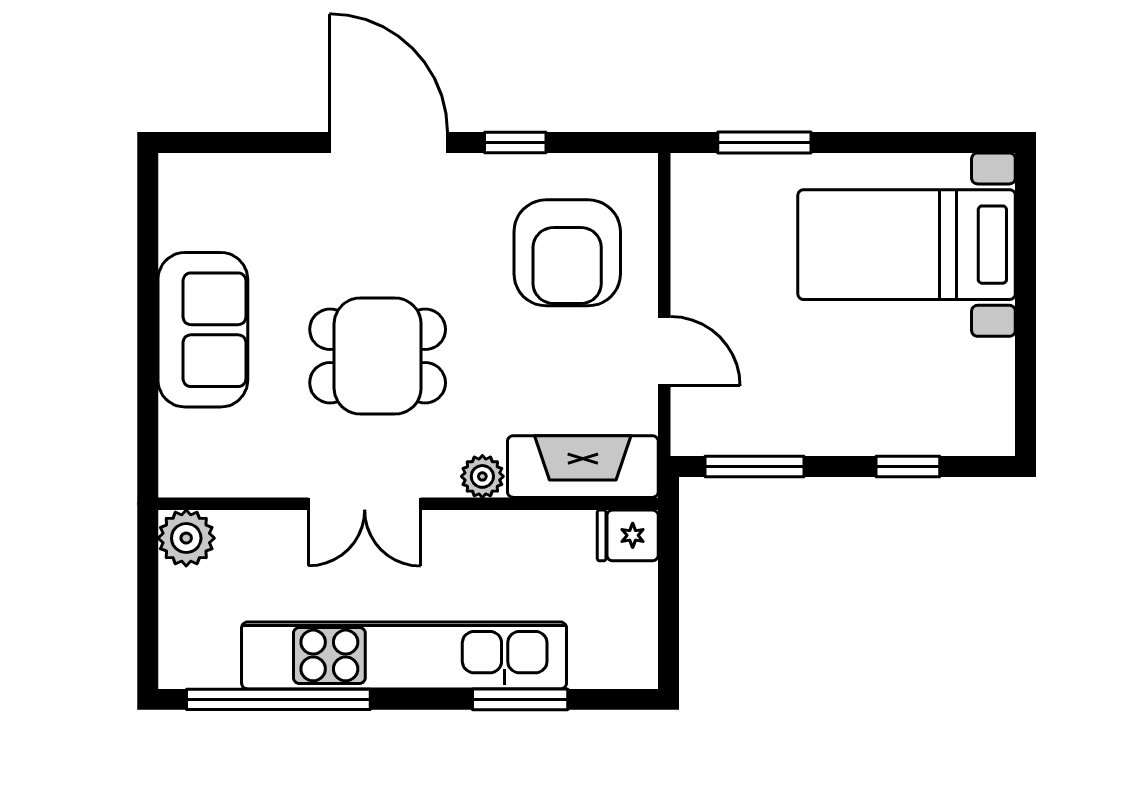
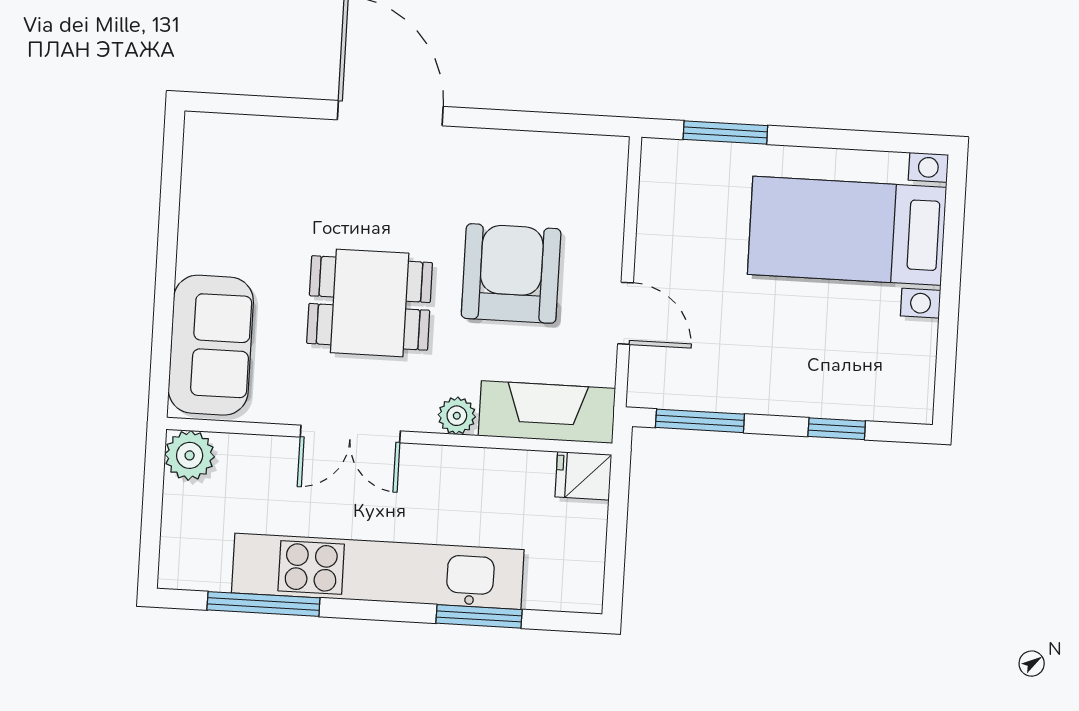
window: (515, 142) -> (503, 120), removed
armchair: (567, 253) -> (511, 273), moved, turned 180
sofa: (203, 330) -> (211, 345), moved
window: (278, 699) -> (263, 604), width x0.68

